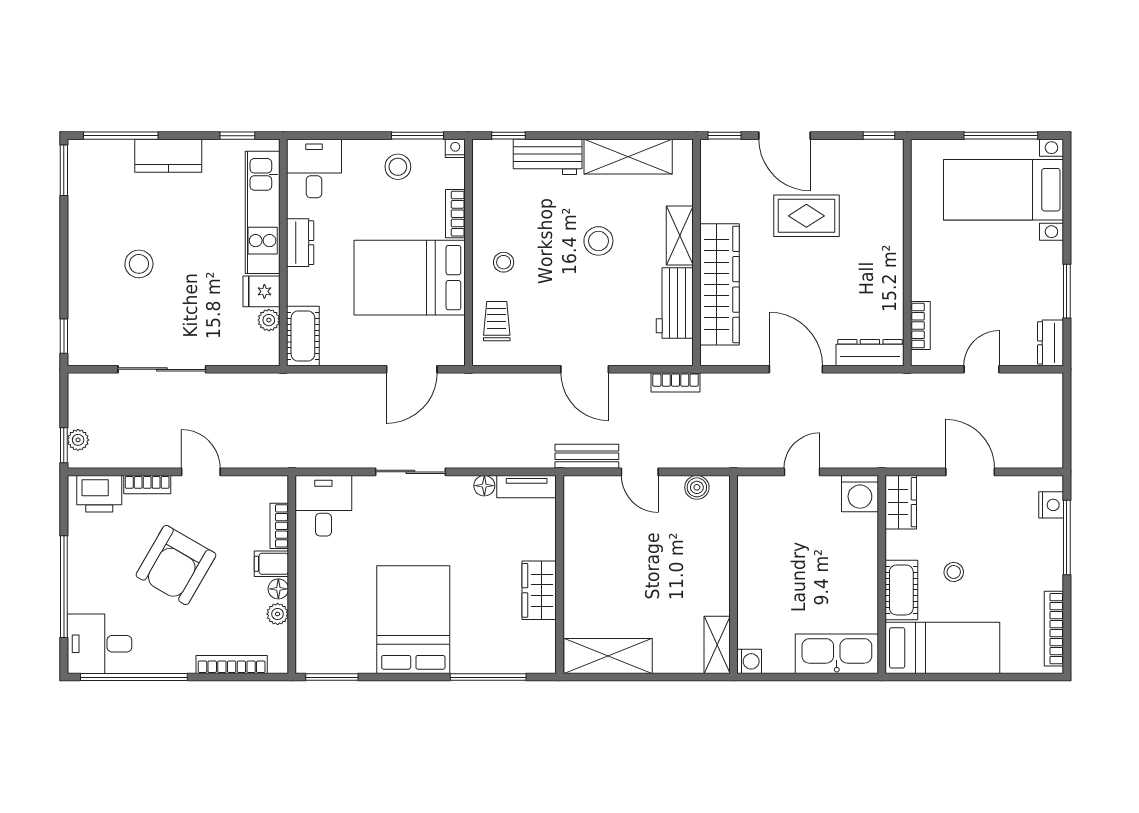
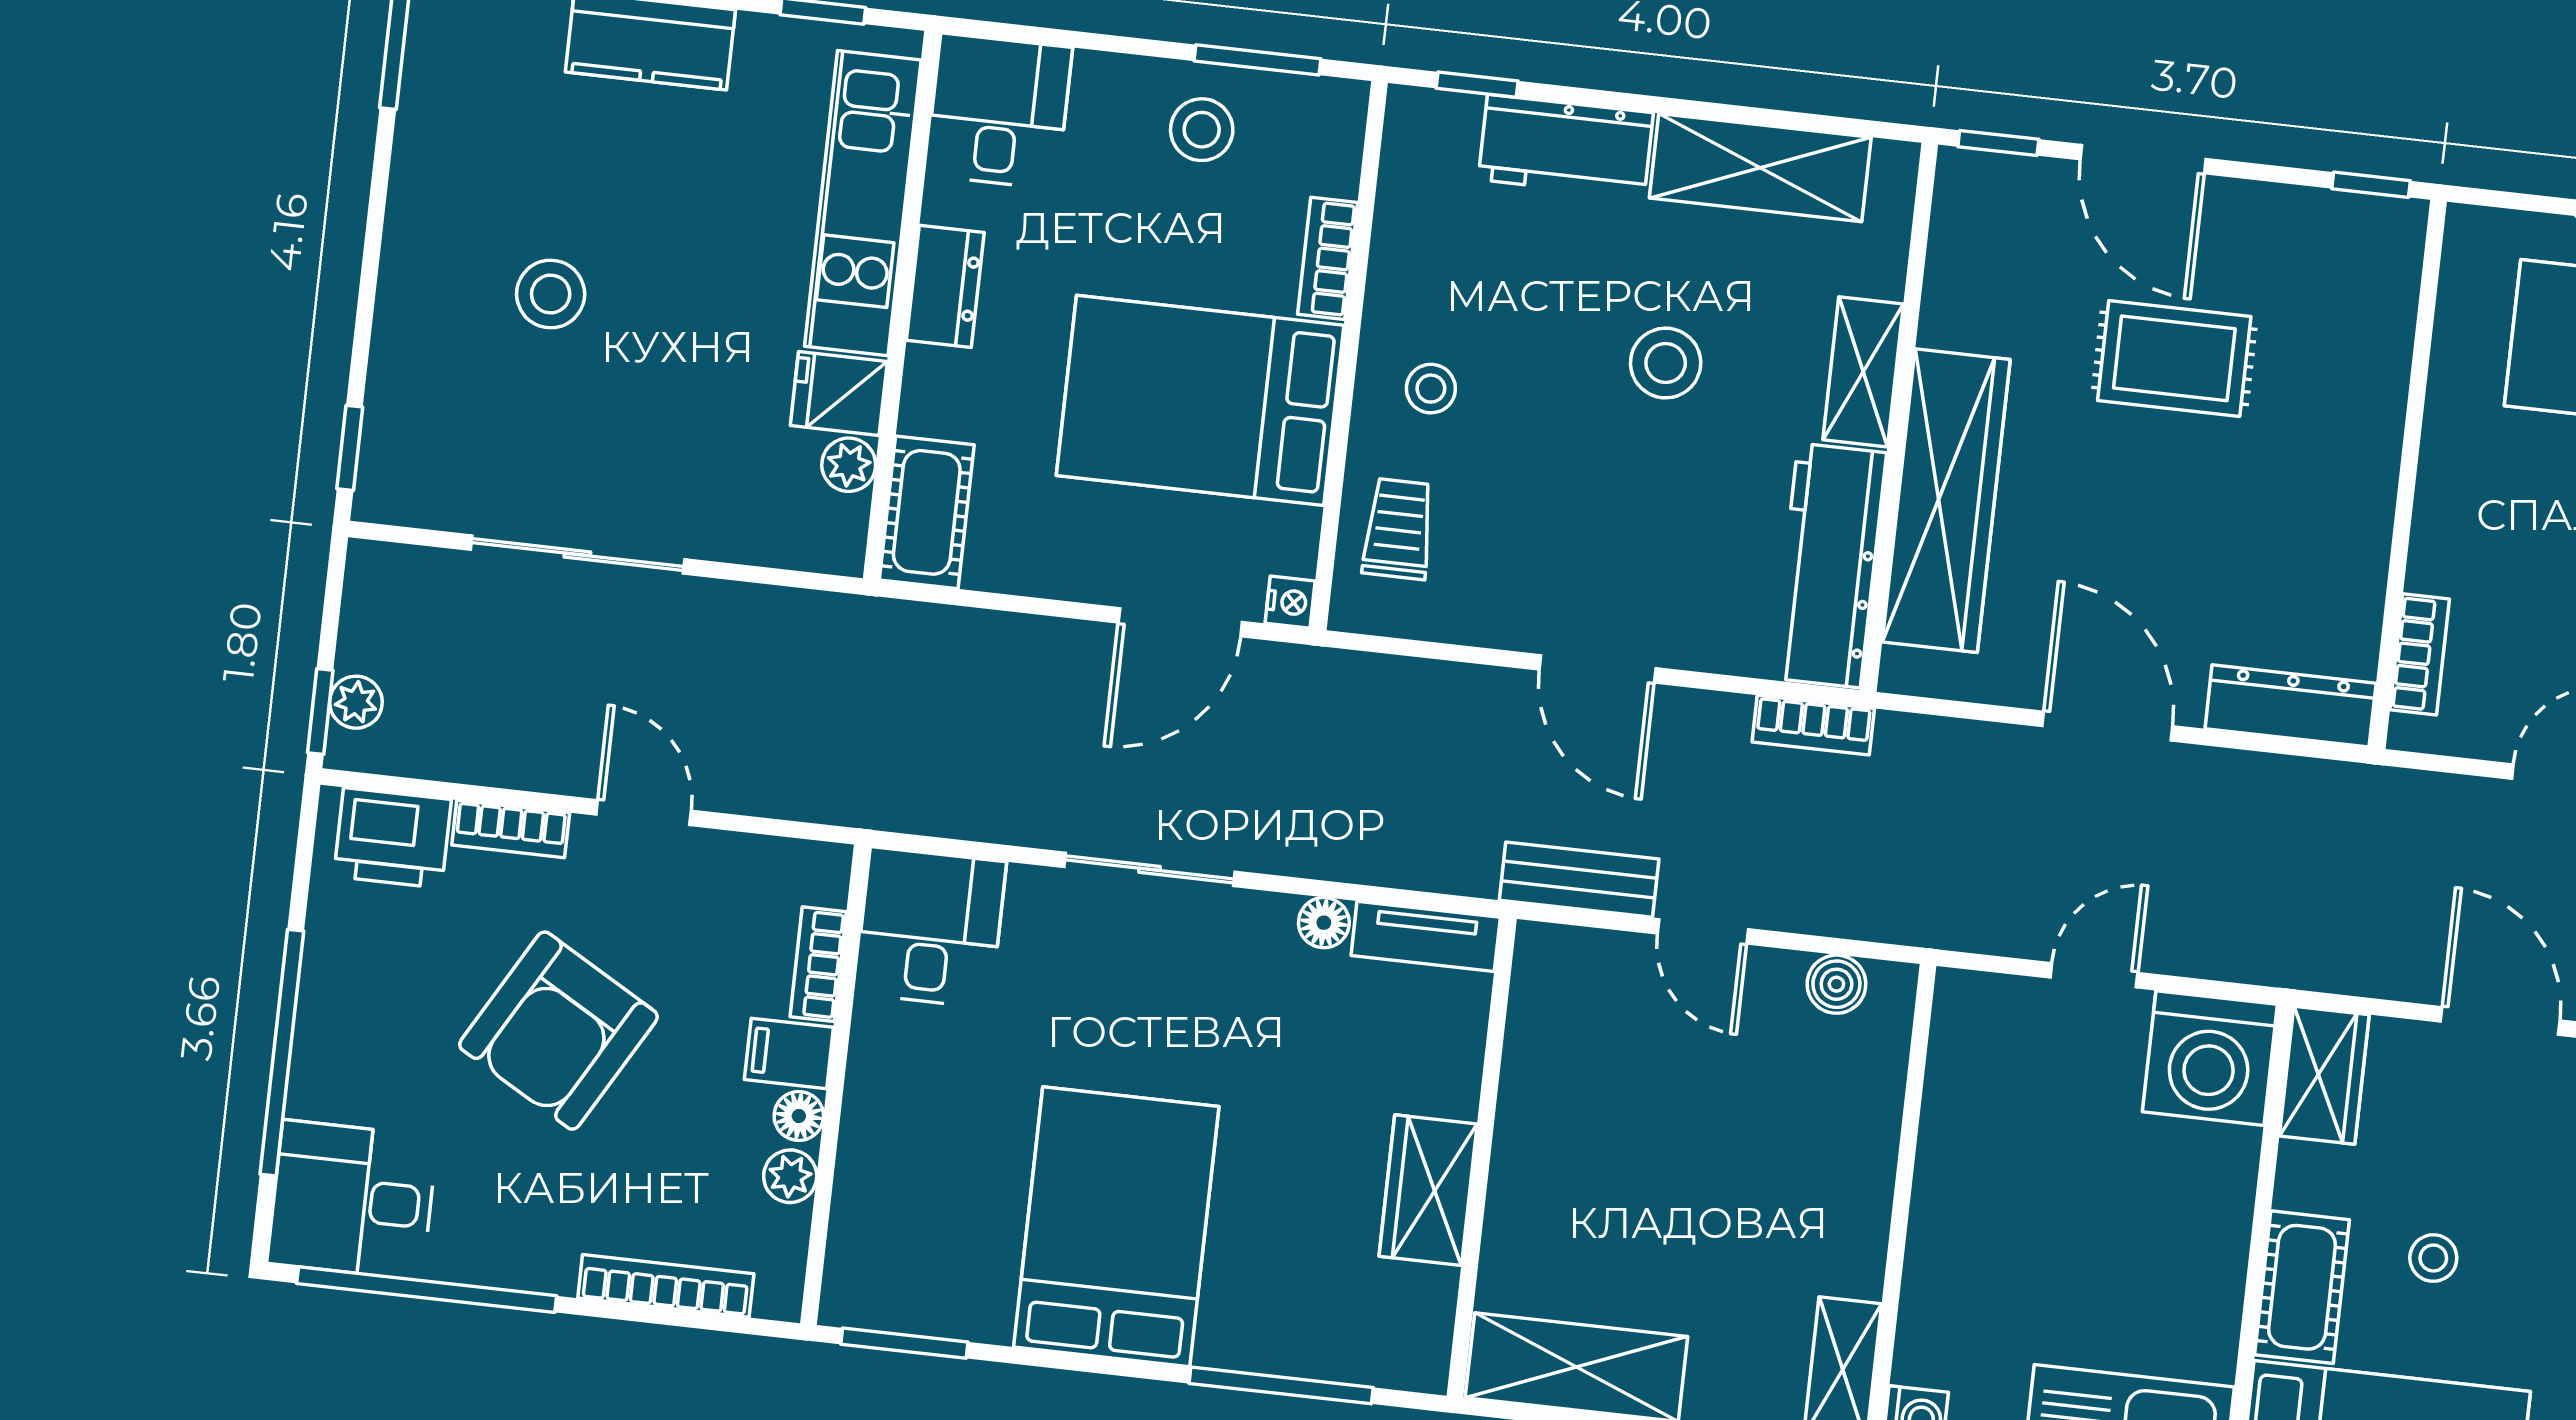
nightstand: (455, 148) -> (1290, 602), moved, turned 90
workbench: (675, 303) -> (1829, 565), width x1.38
washing machine: (860, 494) -> (2210, 1058), width x1.37, depth x1.37

